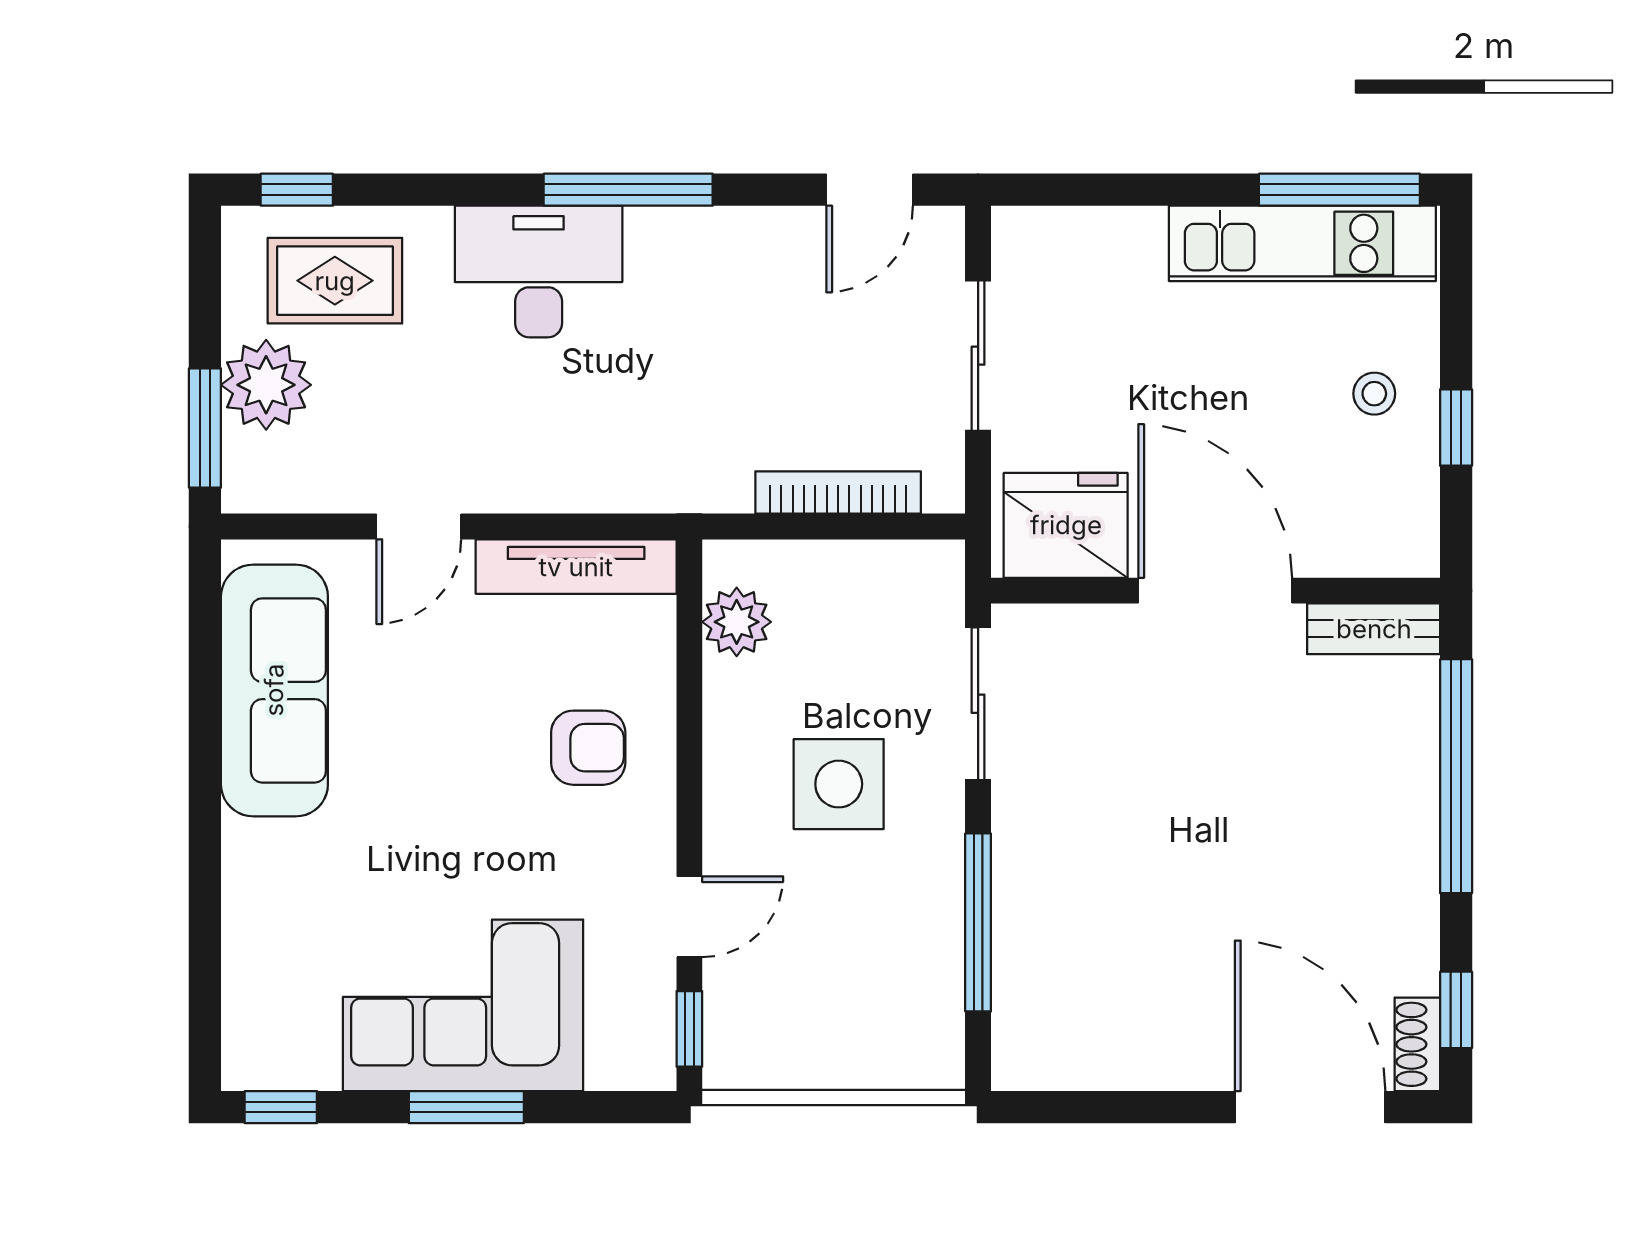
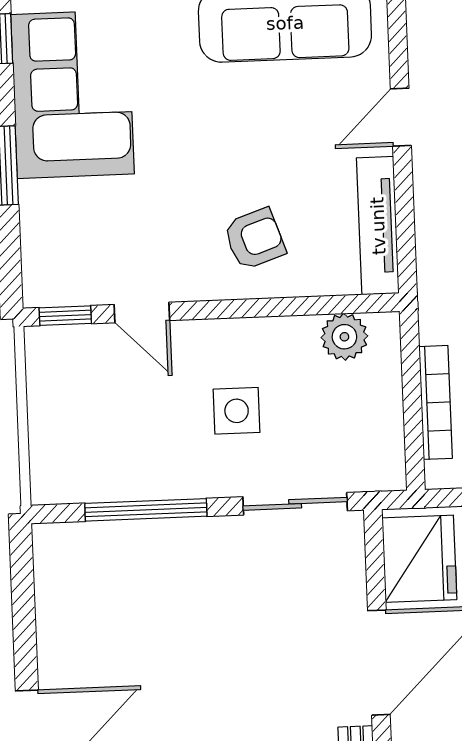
door: (419, 527) -> (401, 117), hinge flipped
armchair: (588, 748) -> (255, 239), turned -109
side table: (839, 784) -> (237, 411), width x0.73, depth x0.73
corner sofa: (463, 1005) -> (72, 94), moved

